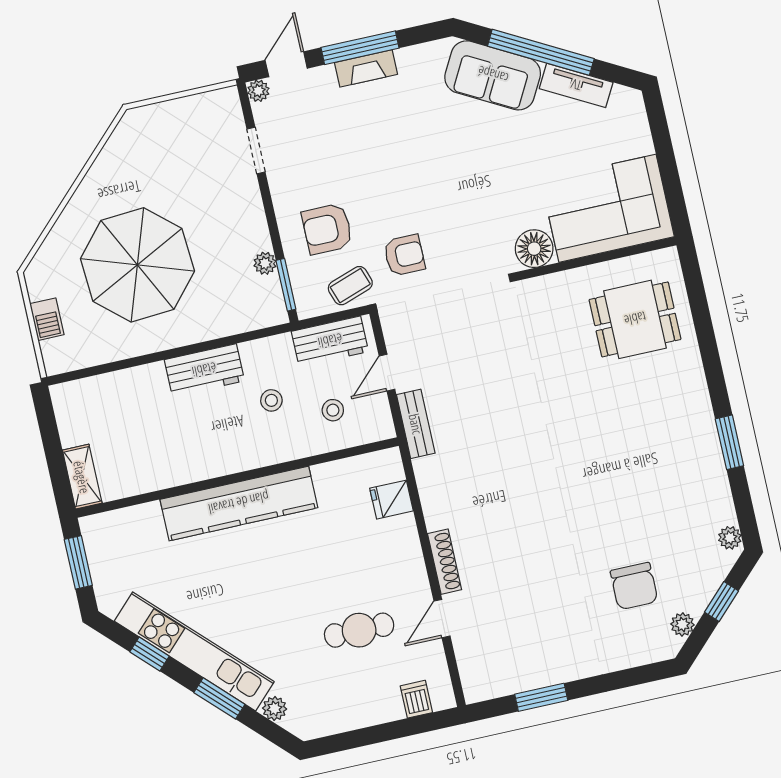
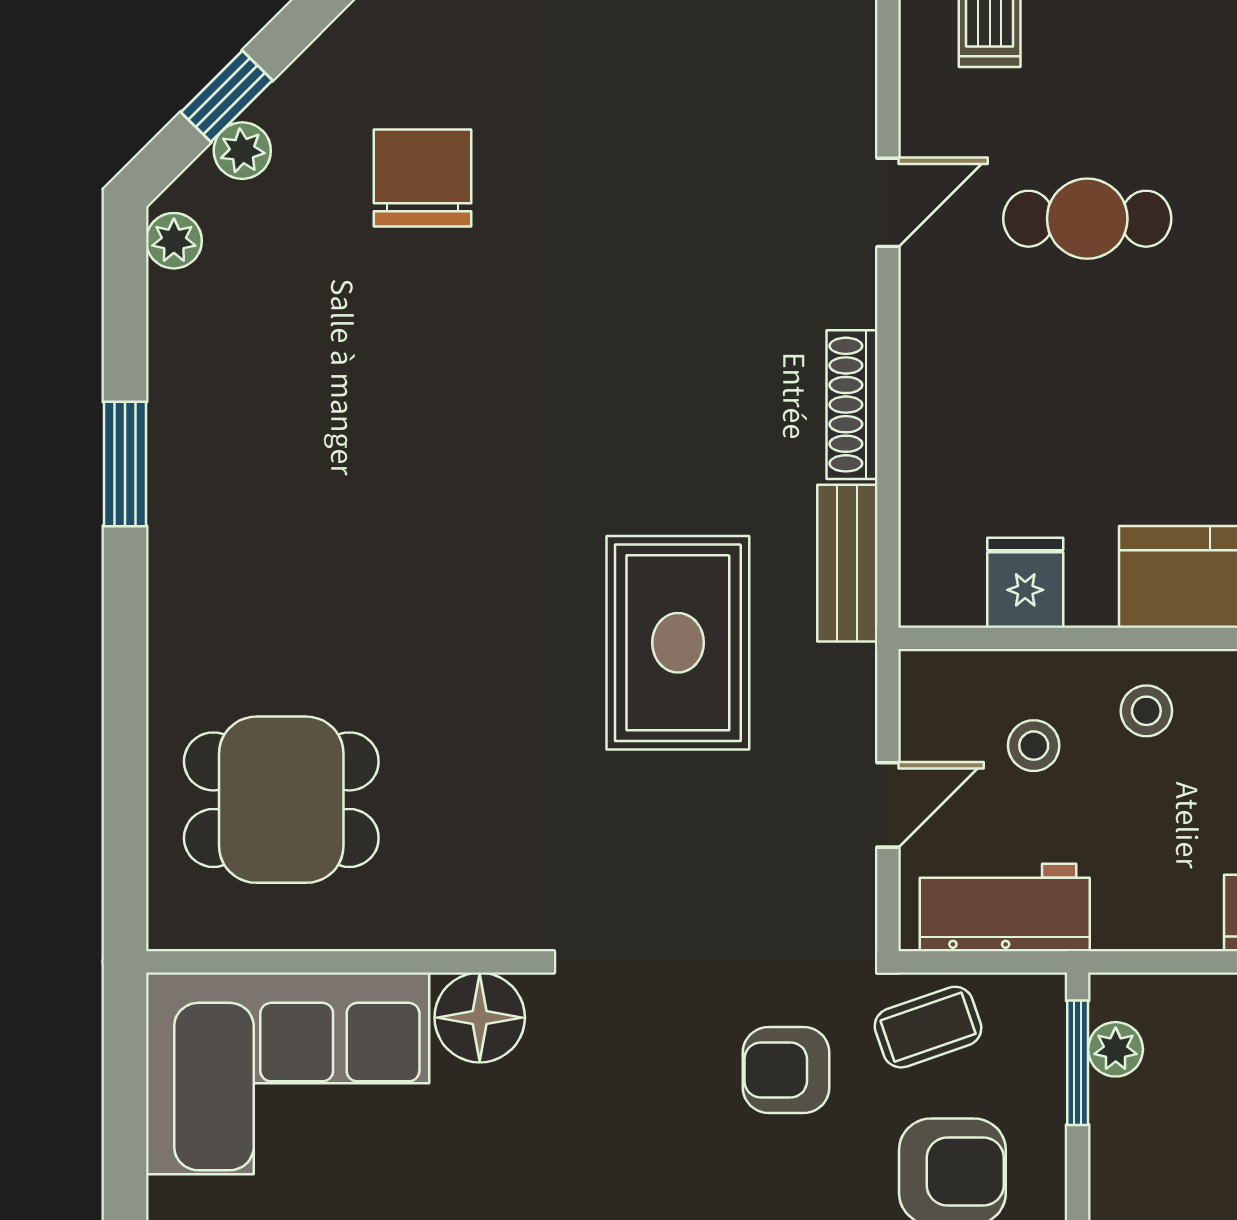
plant: (265, 263) -> (1116, 1049), moved
stool: (271, 400) -> (1146, 711), moved
rug: (487, 420) -> (678, 643), added
bench: (416, 424) -> (847, 563), moved
fridge: (391, 500) -> (1025, 583), moved, turned -90
shoe rack: (445, 562) -> (852, 405), moved
plant: (682, 624) -> (242, 151), moved

